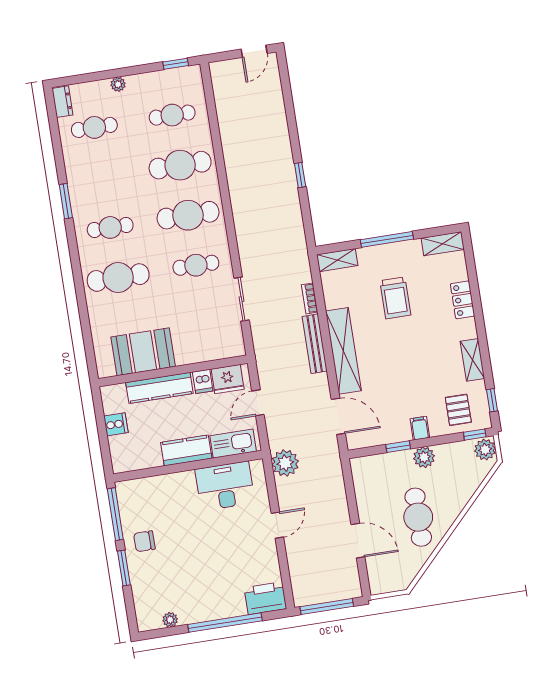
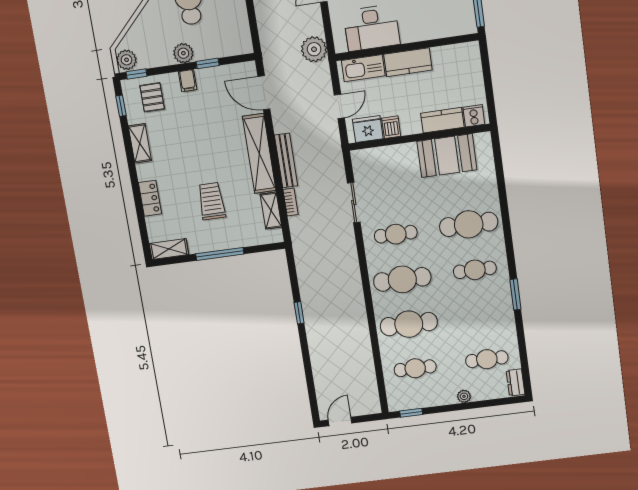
shelving: (337, 260) -> (271, 211), moved, turned 90
kitchen counter: (159, 388) -> (442, 120), width x0.67
cooker: (116, 424) -> (474, 116), moved, turned 90

